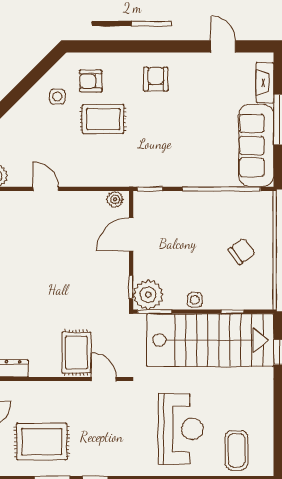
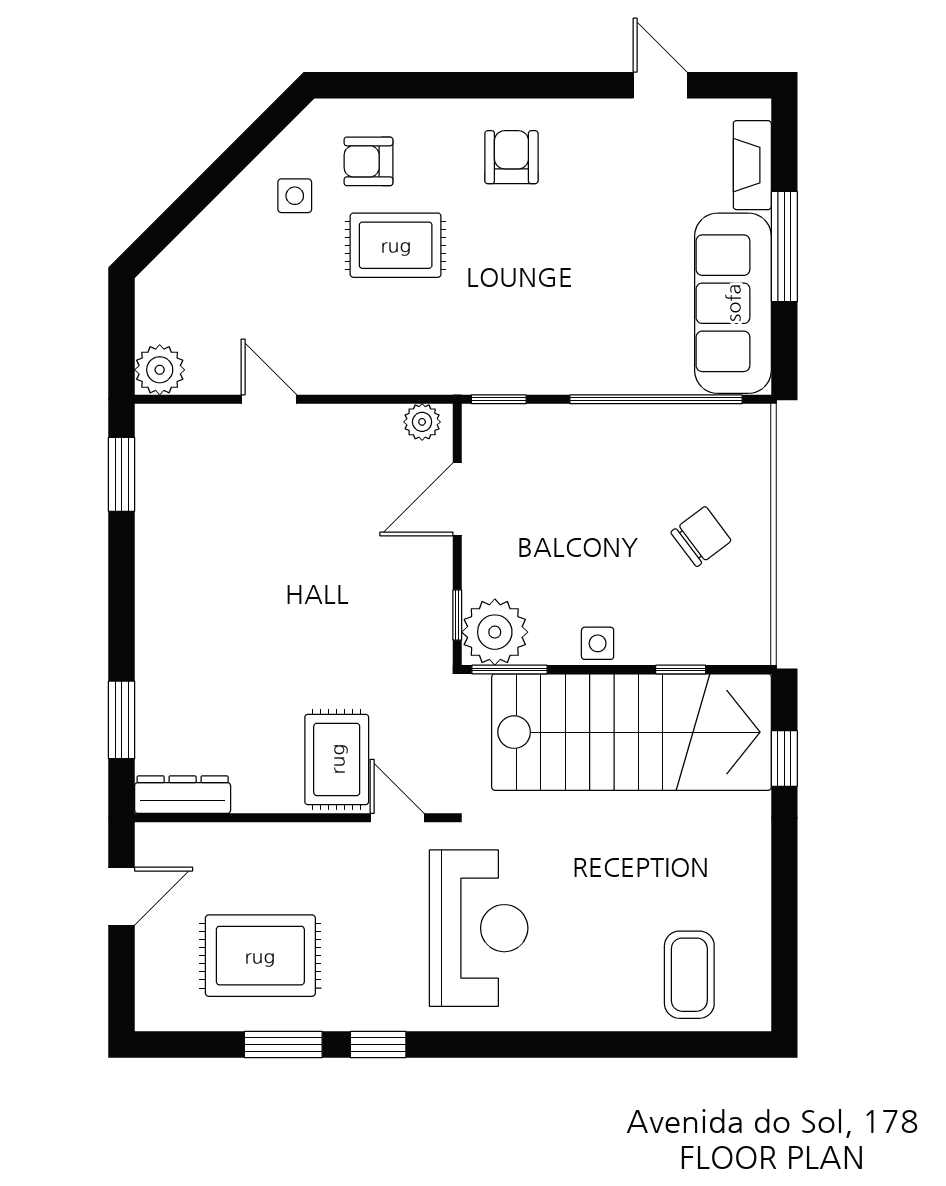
reception desk: (181, 429) -> (479, 928), moved

